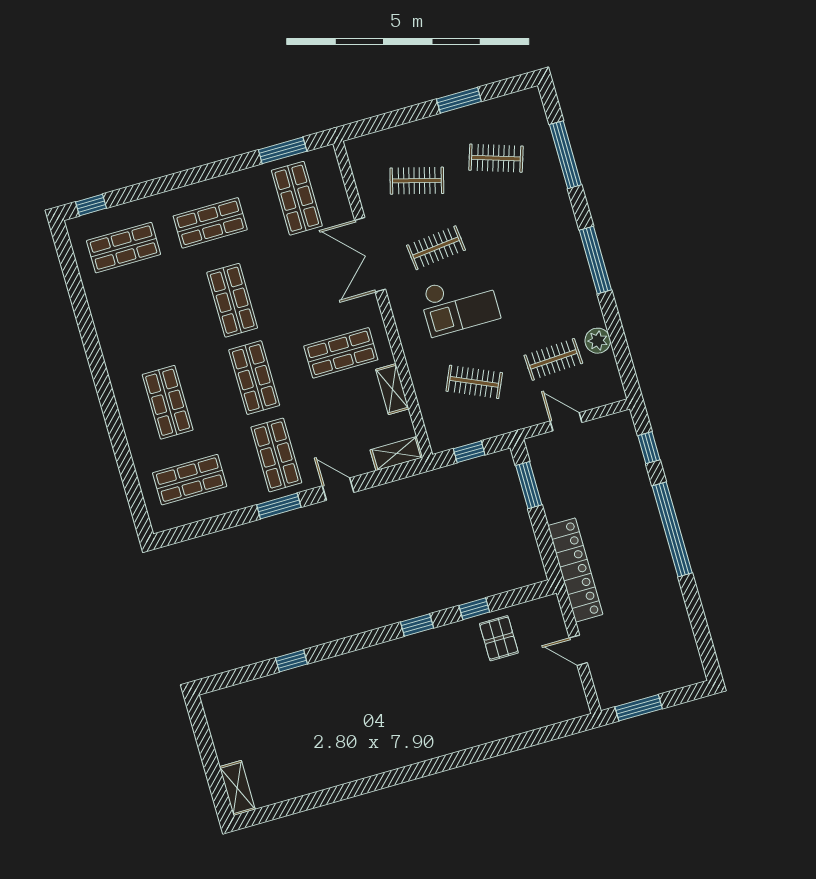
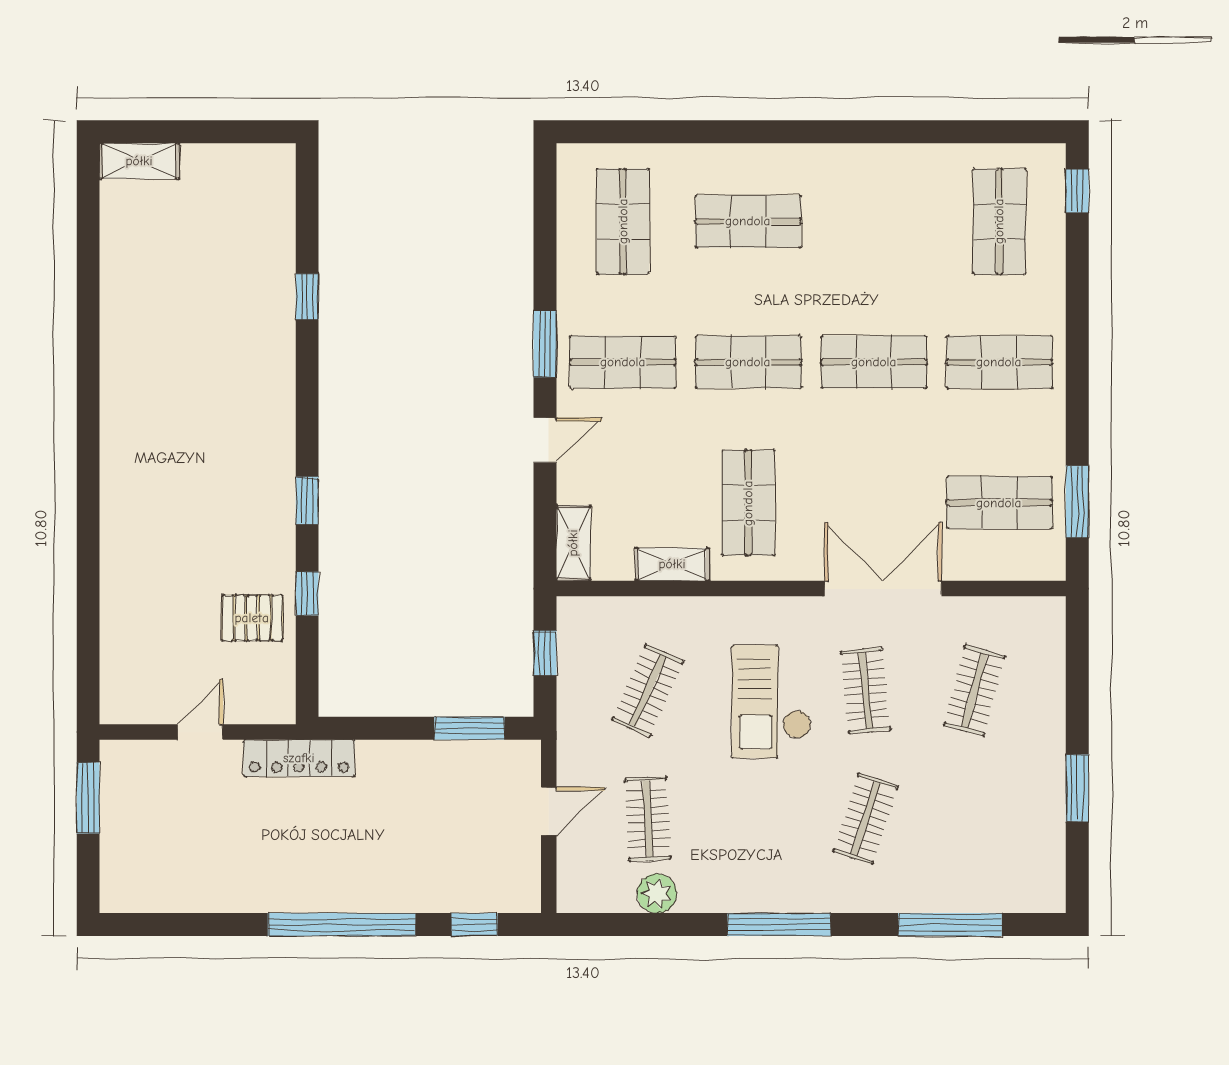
clothes rail: (496, 158) -> (866, 819), moved
shop shelf: (210, 223) -> (999, 362), turned 90
locker: (575, 570) -> (299, 758), width x0.71, depth x0.83

